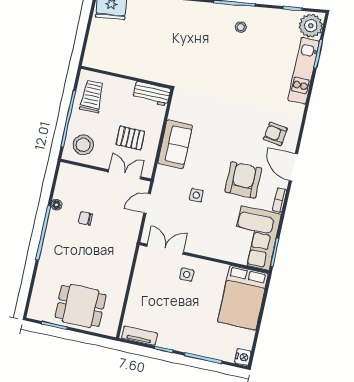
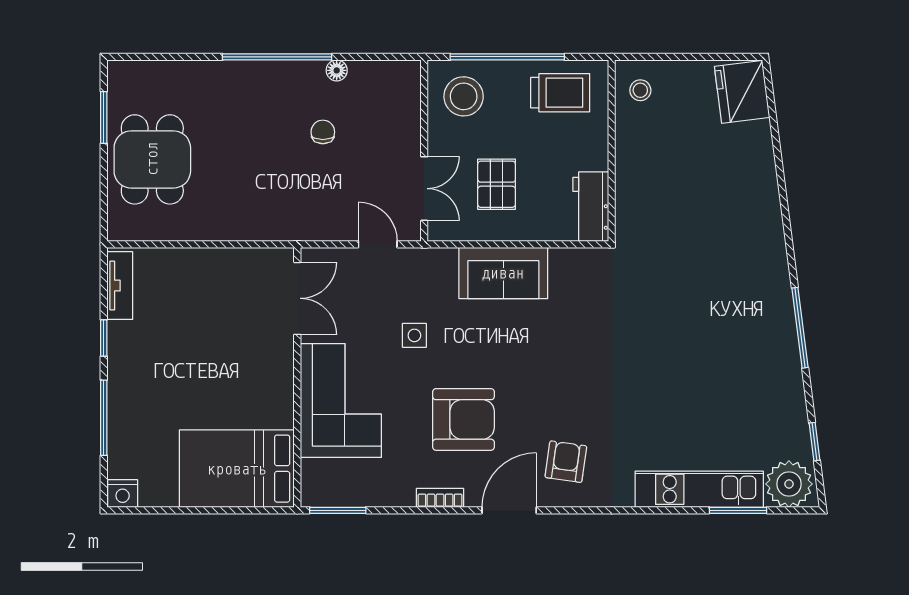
stool: (241, 27) -> (640, 90), moved
corner sofa: (255, 238) -> (341, 401), moved, turned 90
side table: (187, 274) -> (258, 350), removed

